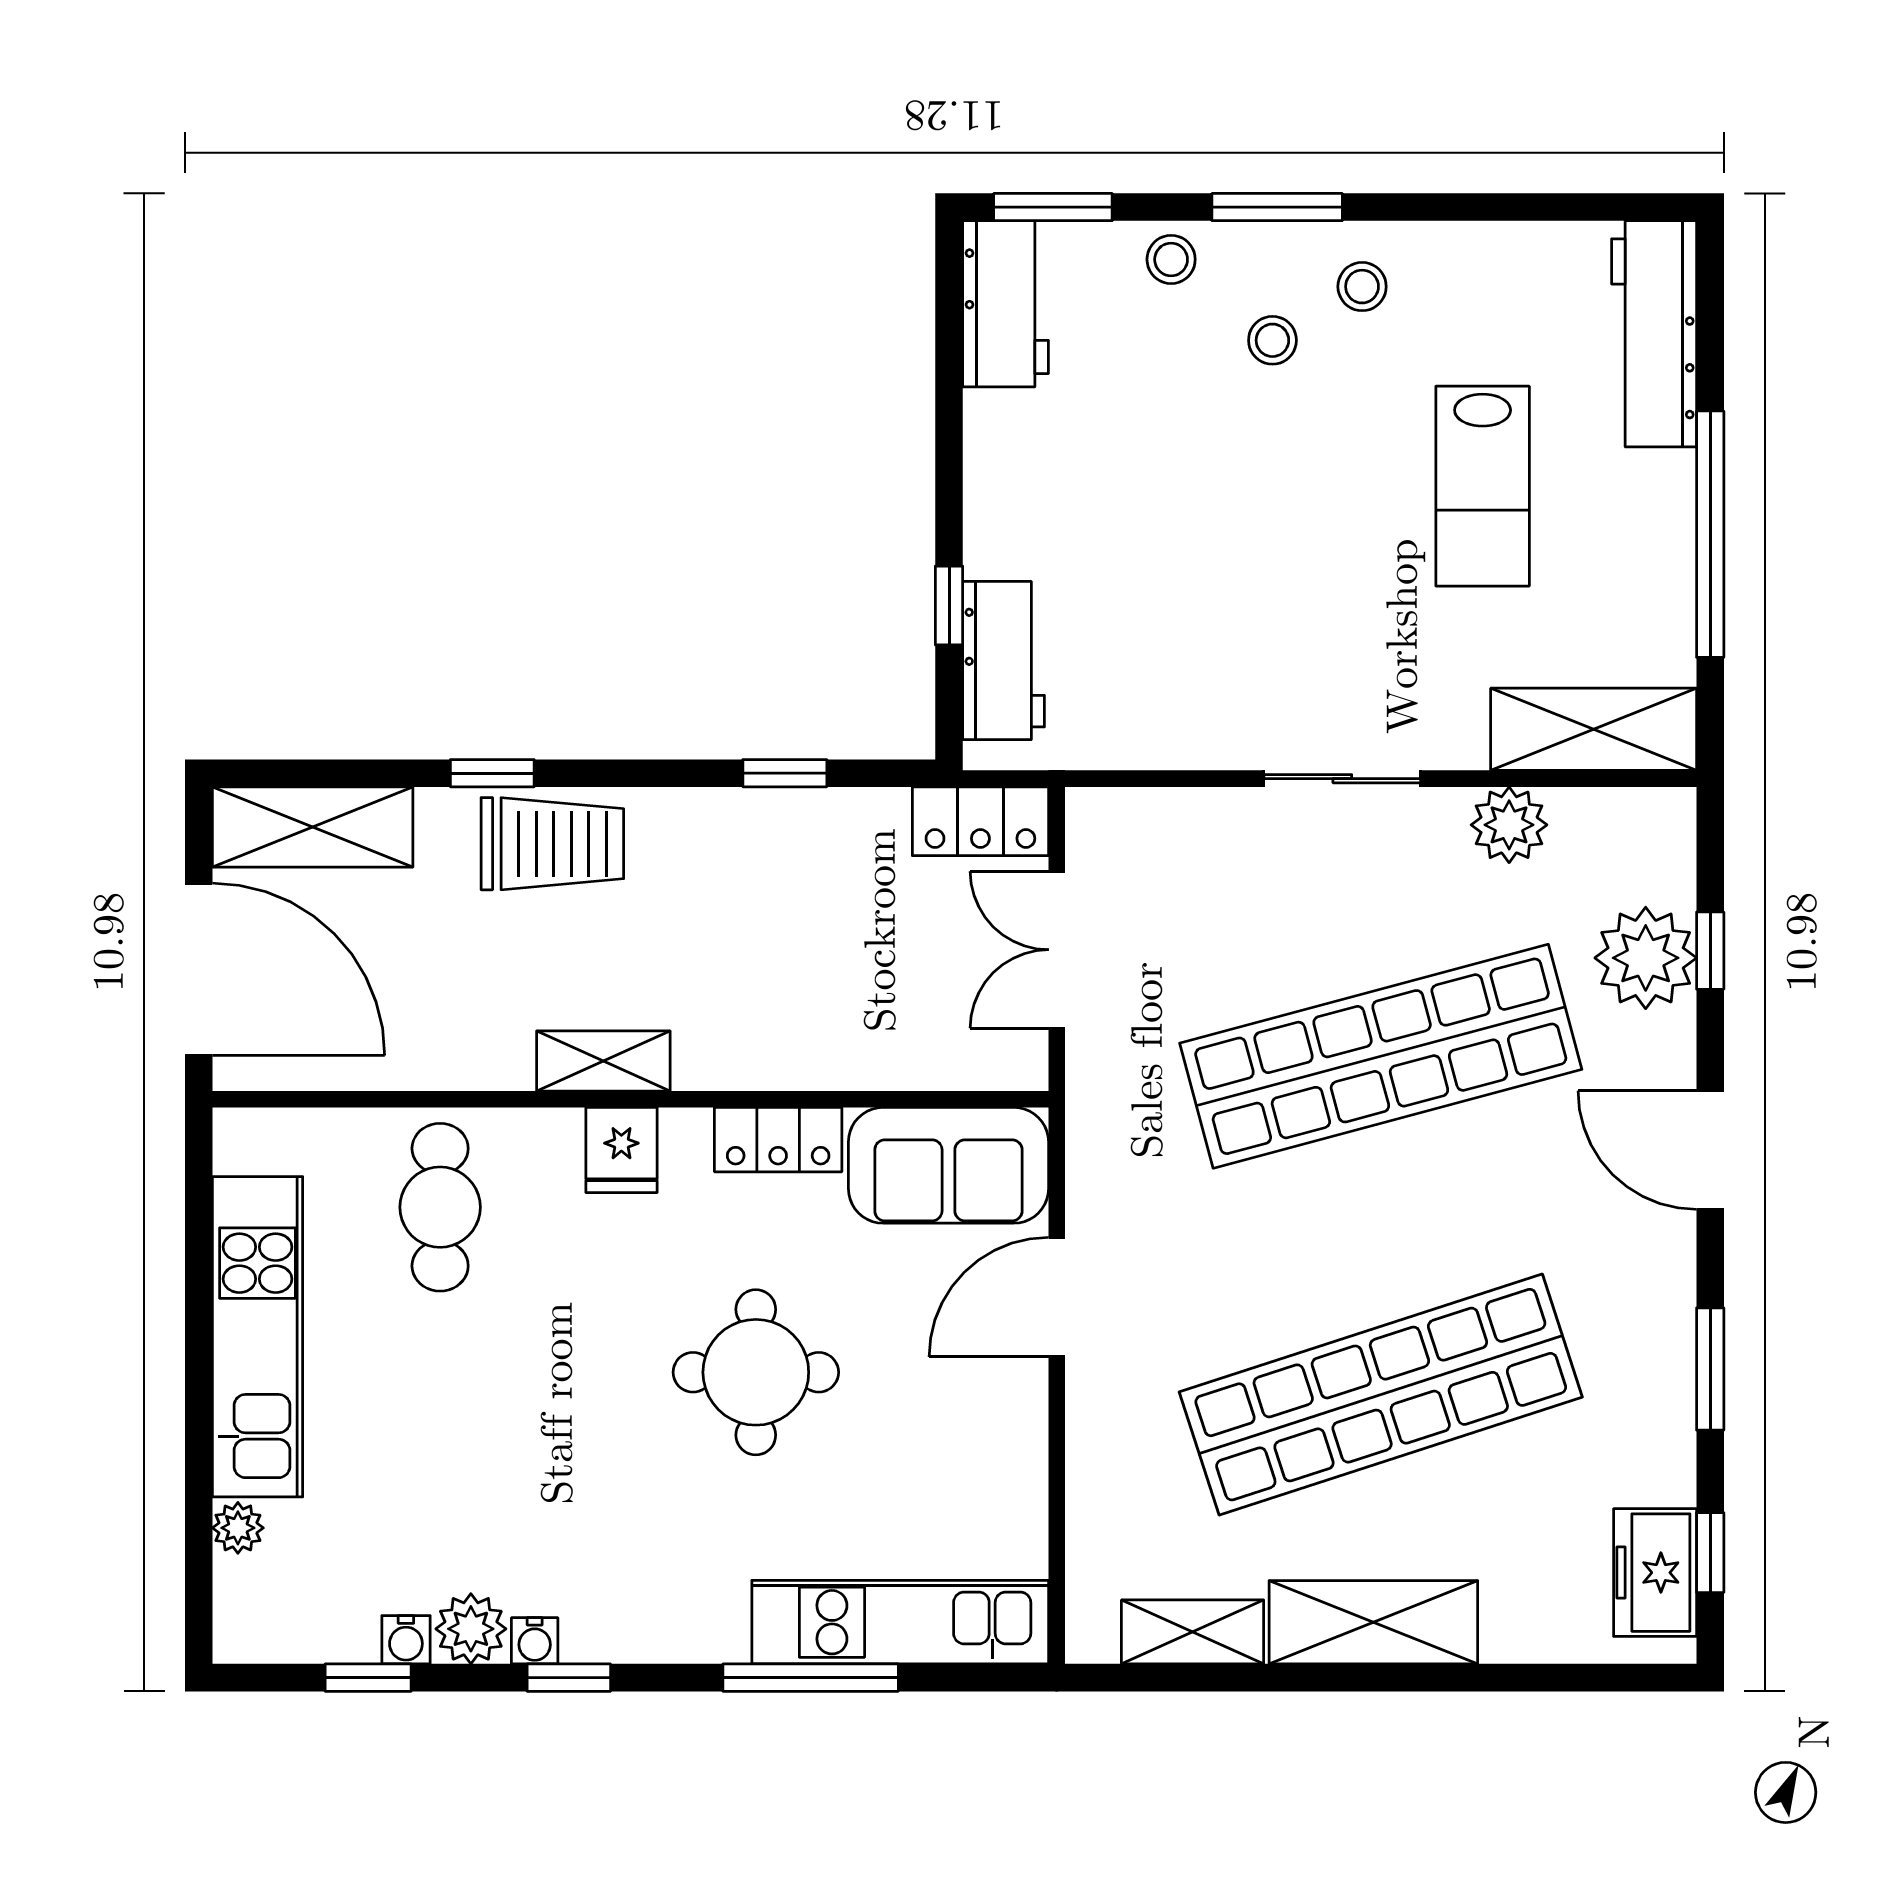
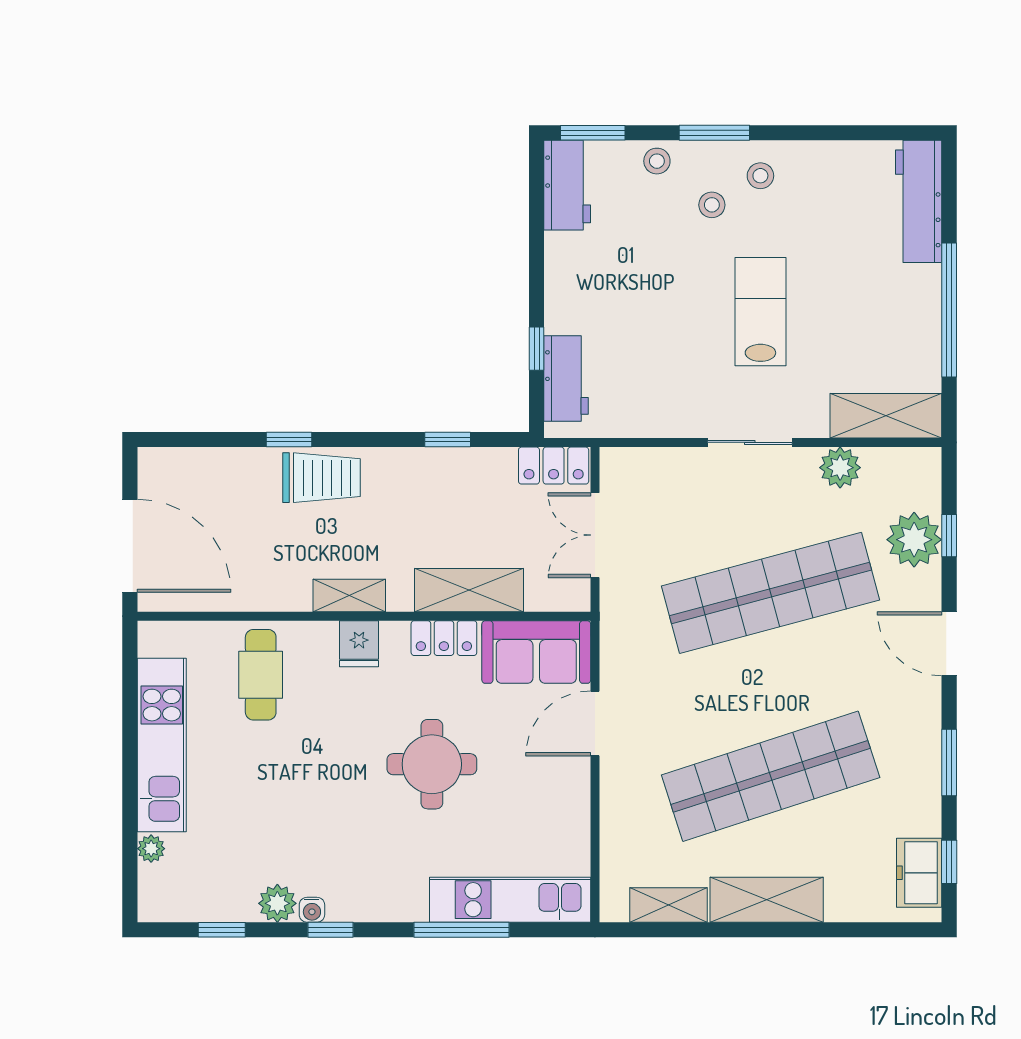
lab bench: (1483, 486) -> (760, 312), moved, turned 180
shelving: (313, 827) -> (469, 590), moved
water cooler: (406, 1640) -> (242, 909), removed

